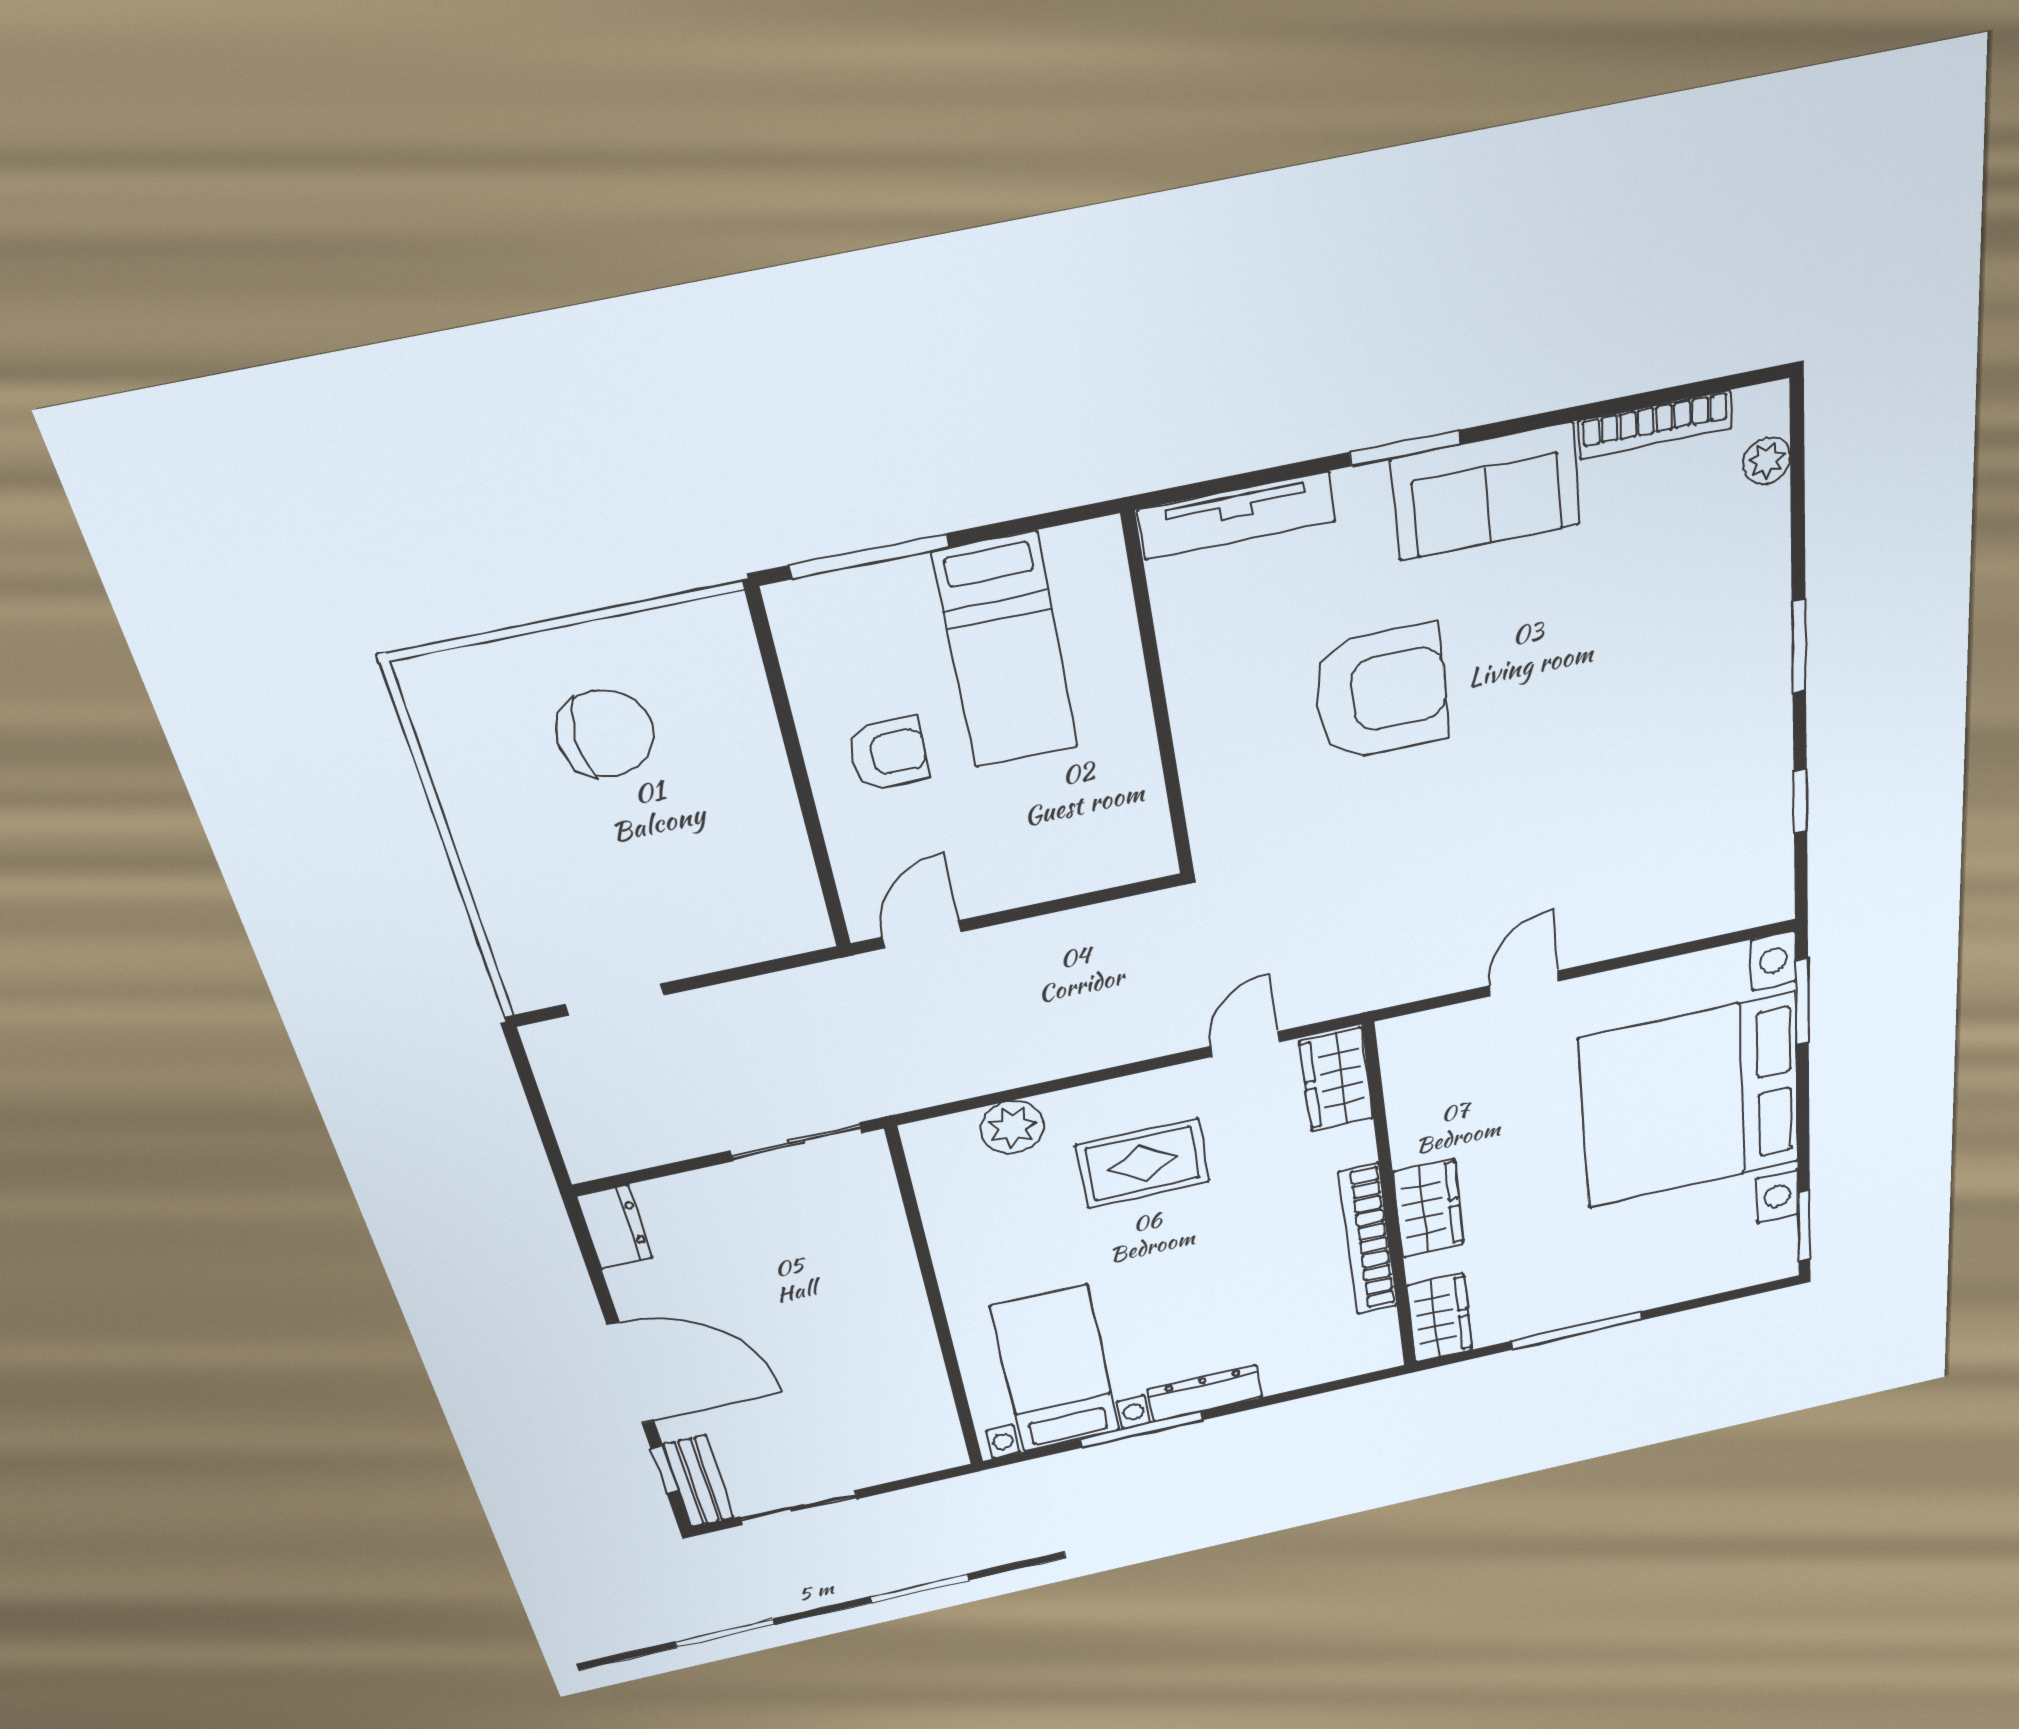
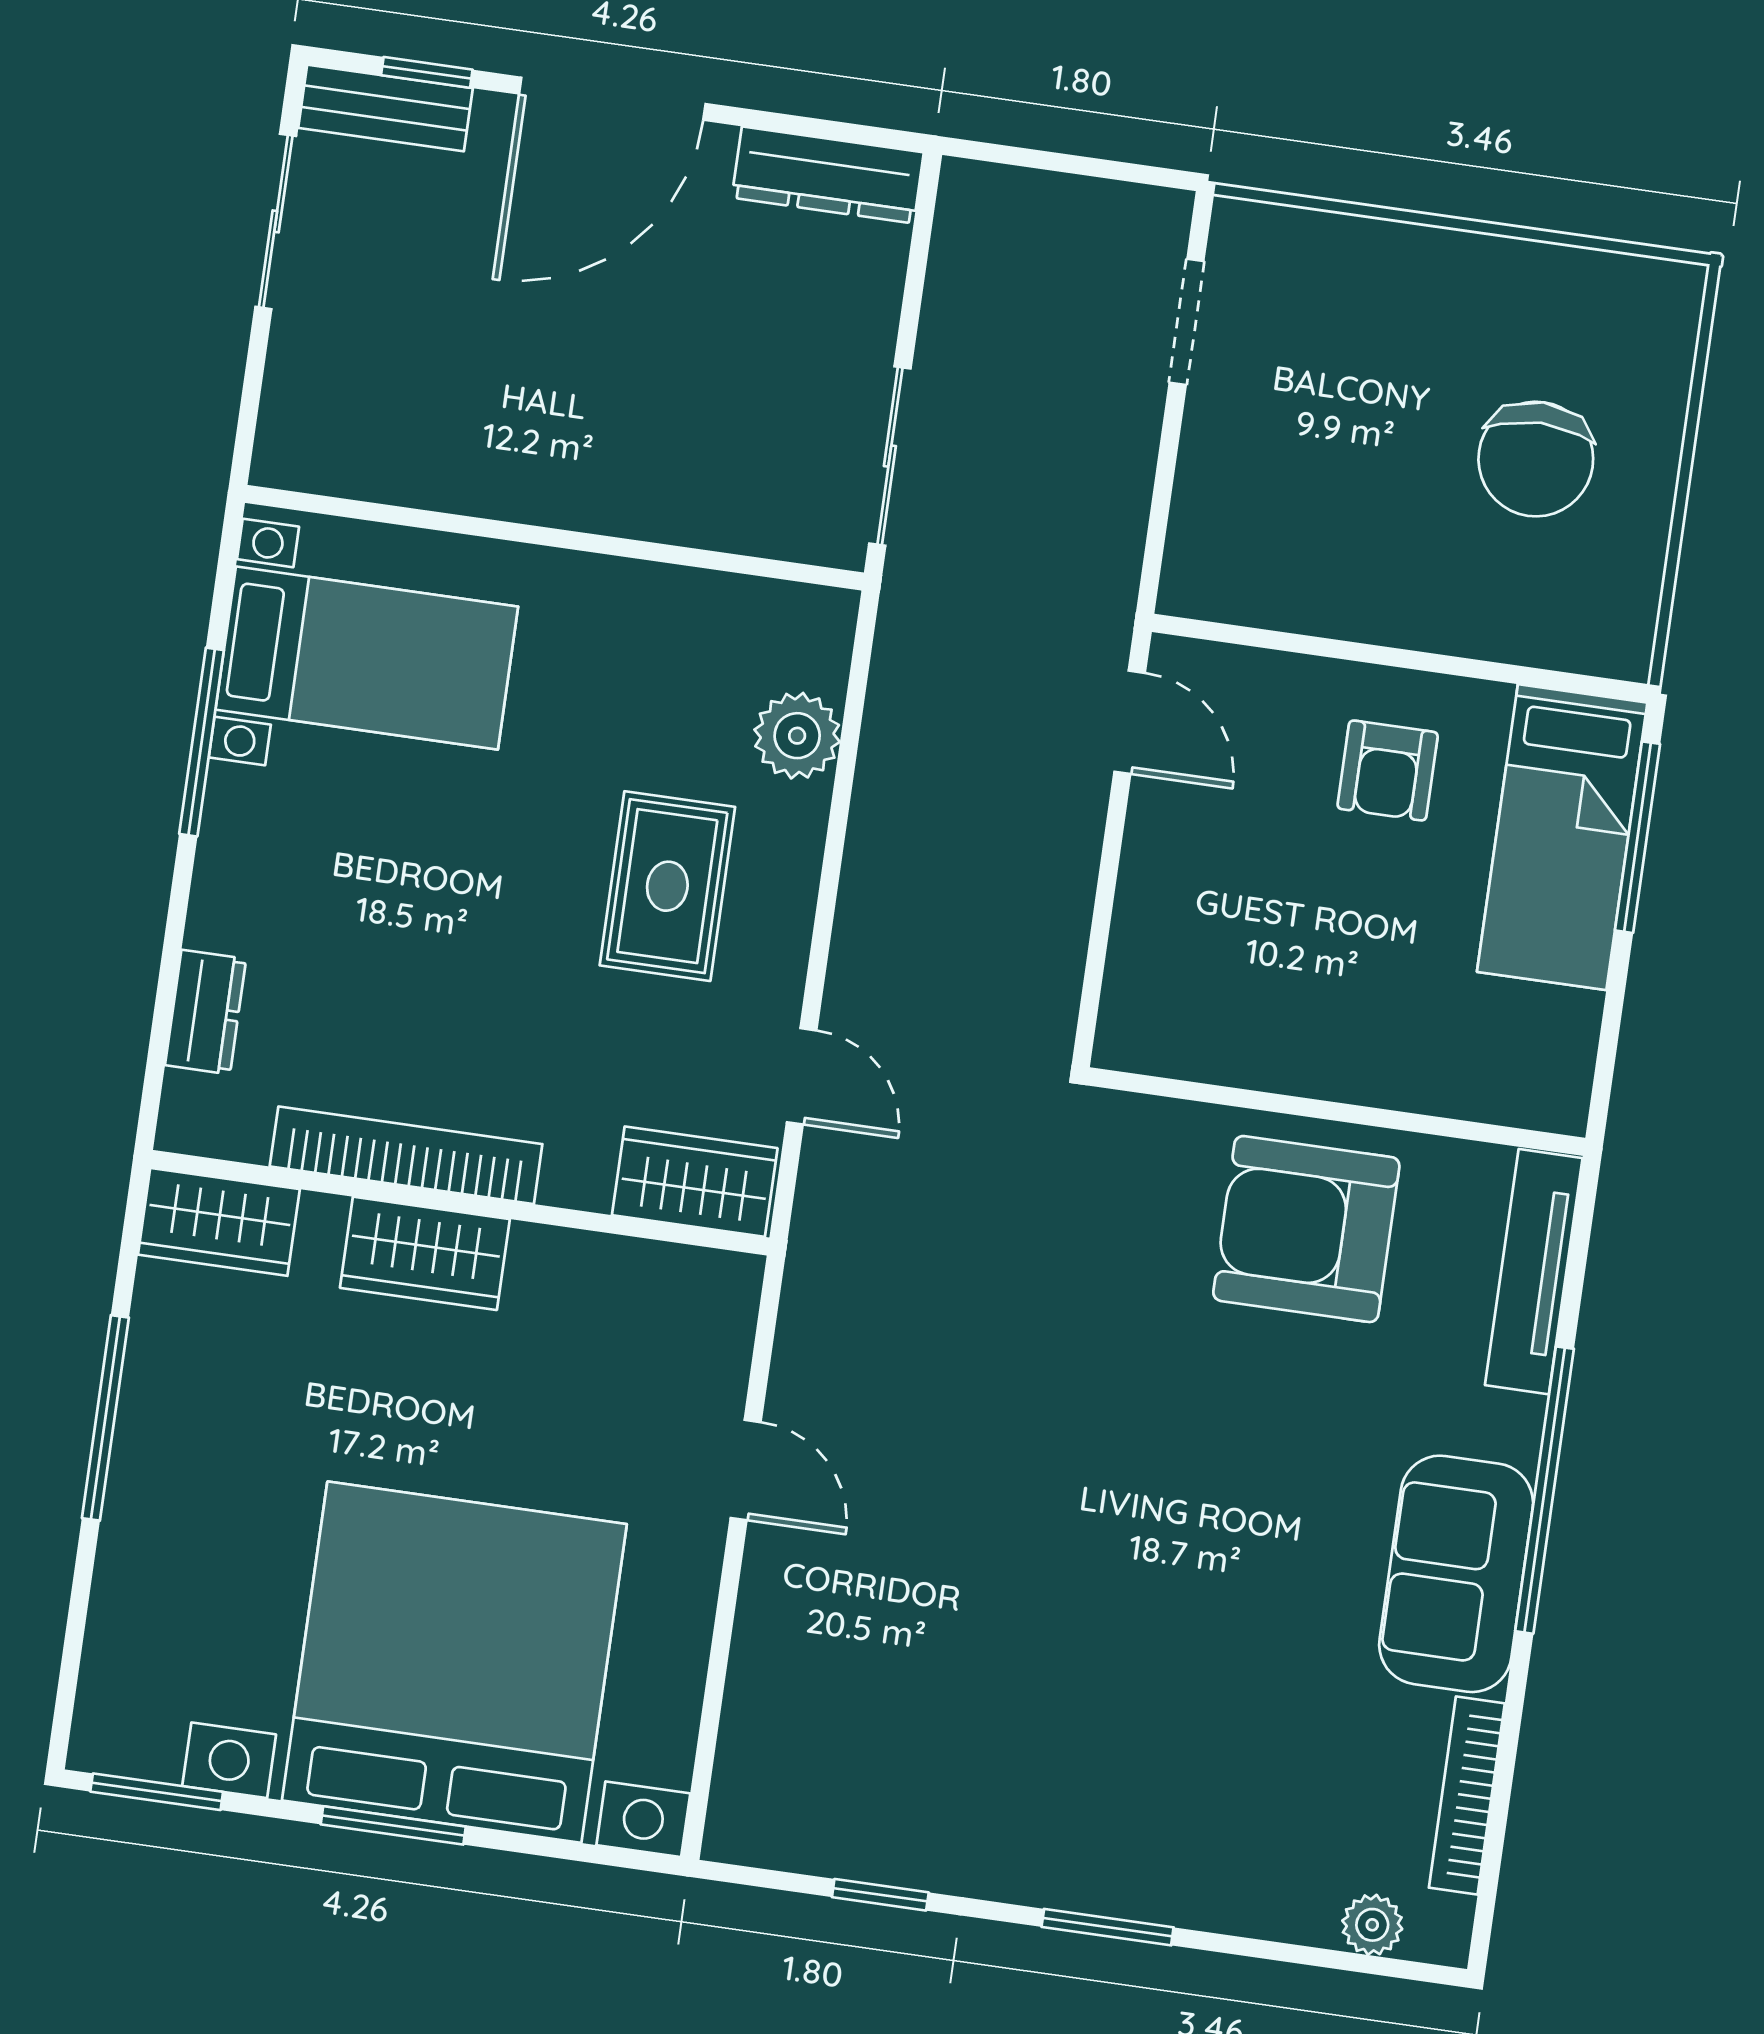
window: (1405, 448) -> (1545, 1490), width x2.11
bed: (1006, 651) -> (1562, 837), moved, turned -90
armchair: (1381, 693) -> (1306, 1229), moved, turned 90
window: (1802, 1002) -> (393, 1825), moved
dresser: (615, 1227) -> (828, 175), width x1.44
dresser: (1205, 1393) -> (206, 1012), moved, width x0.70

